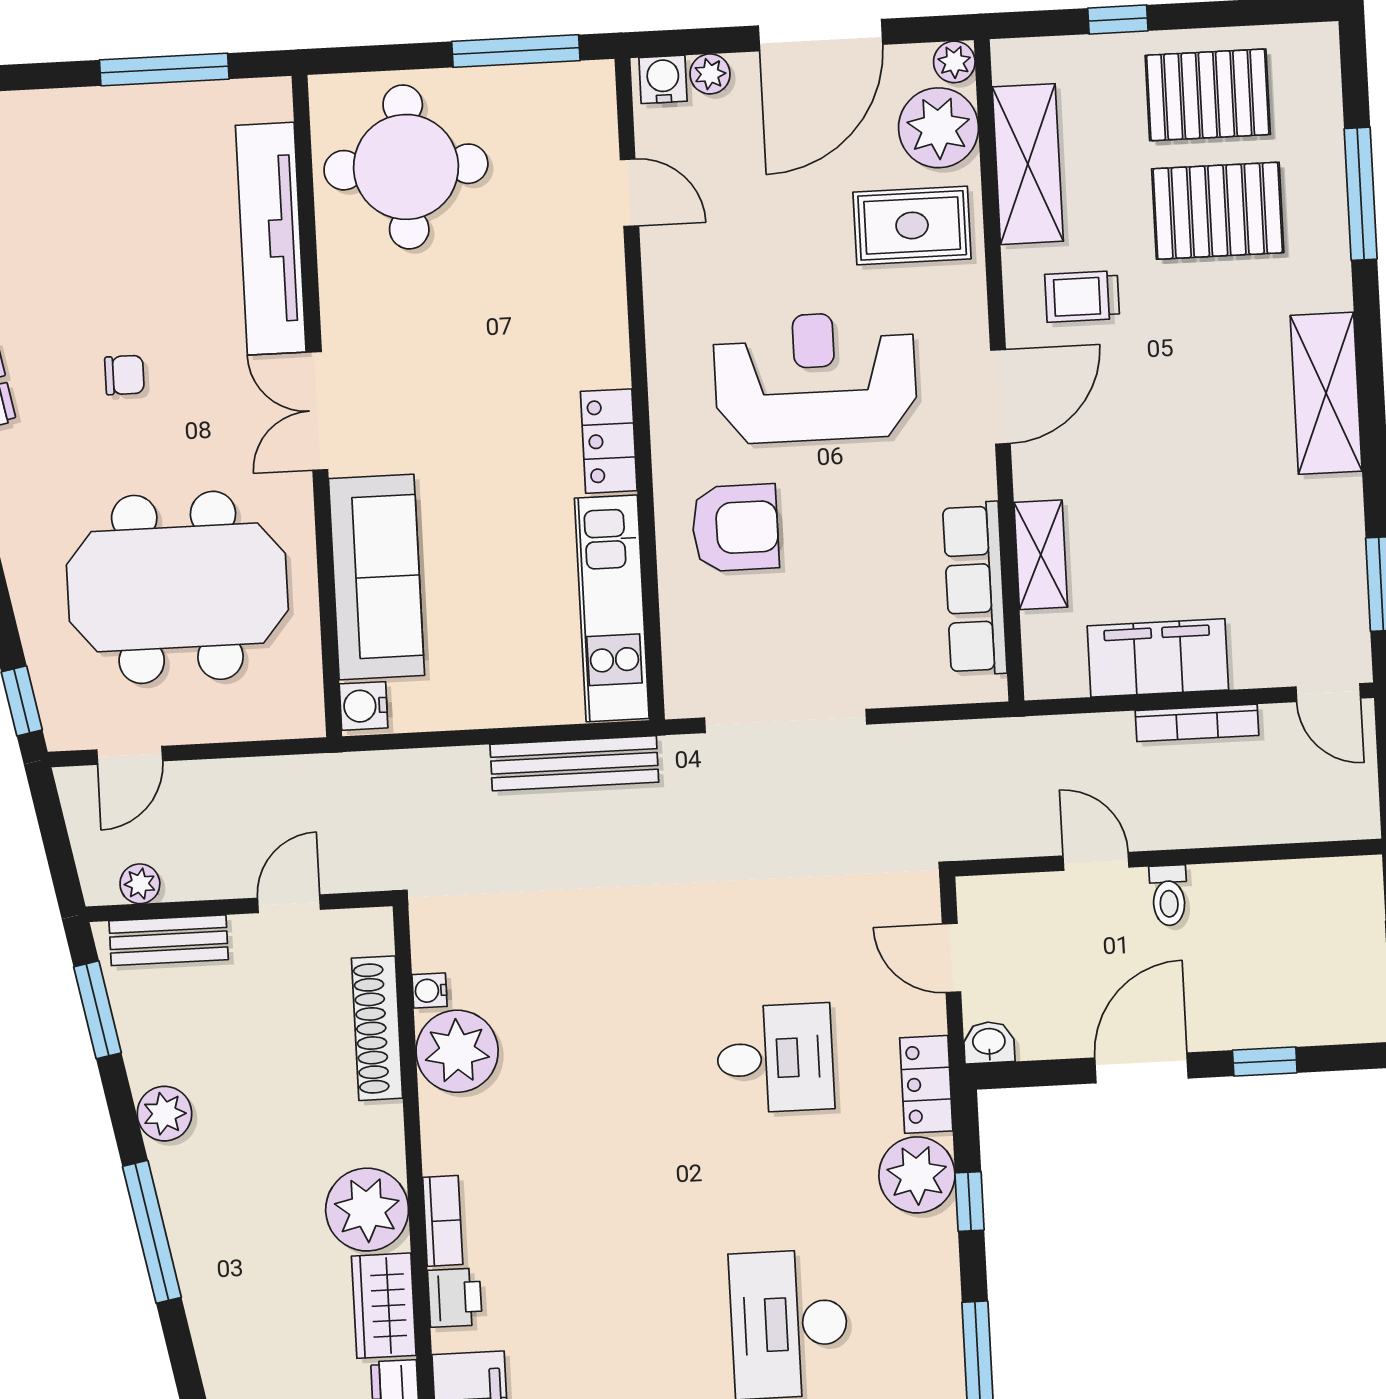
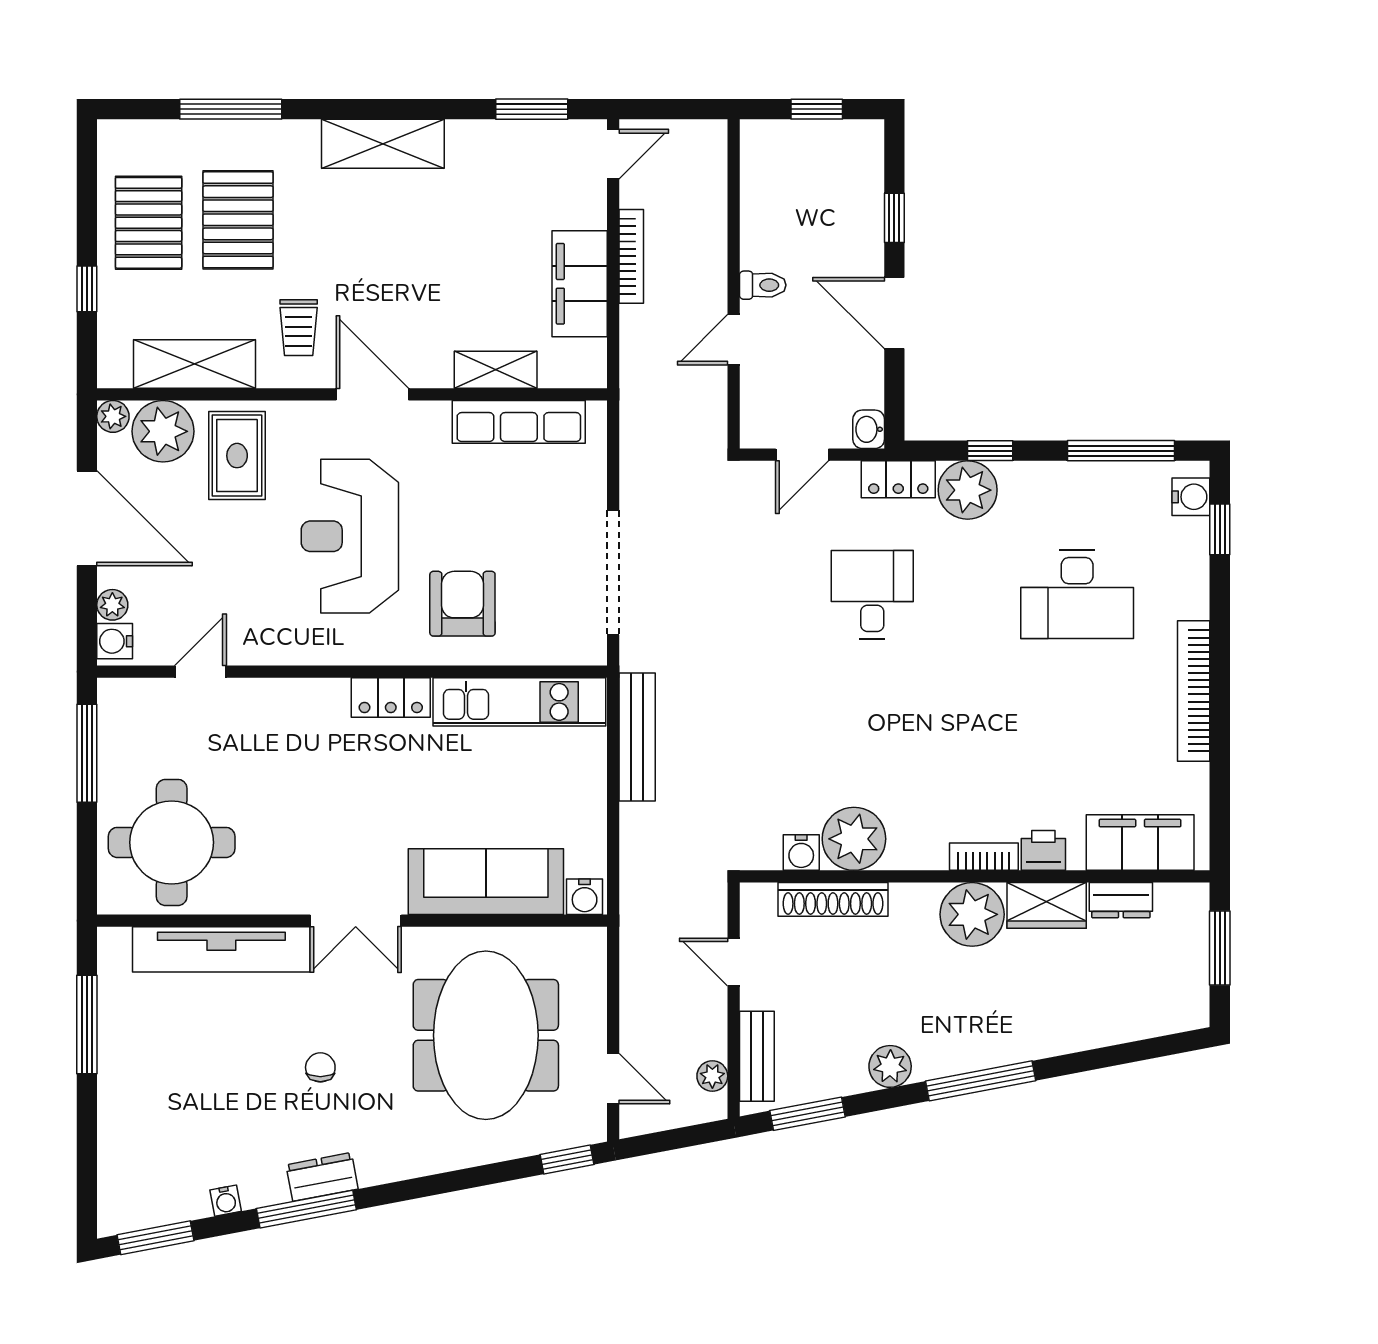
water cooler: (430, 991) -> (801, 853), width x1.38, depth x1.38

